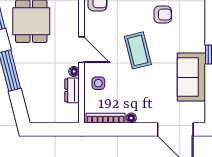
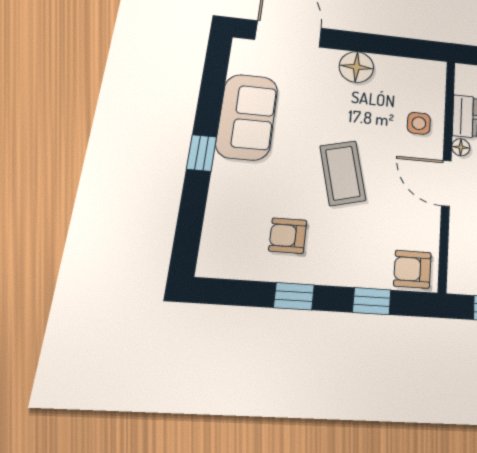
bookcase: (105, 118) -> (410, 65), removed
floor lamp: (131, 118) -> (356, 67), width x1.89, depth x1.89

